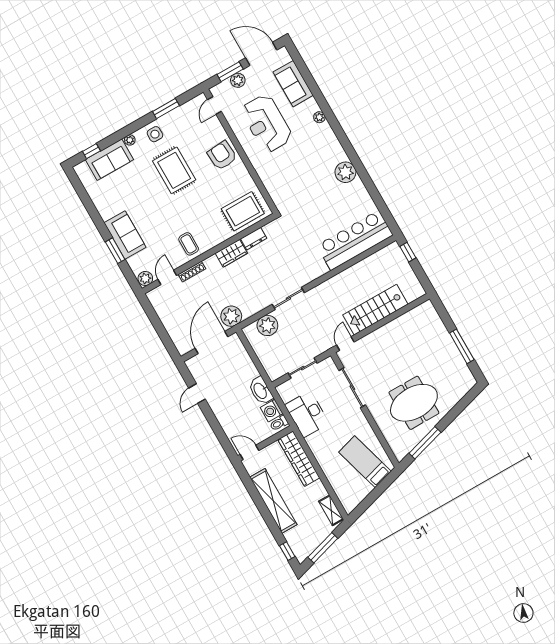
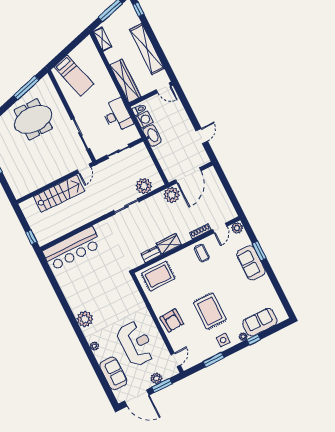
window: (91, 151) -> (254, 340), moved
plant: (345, 172) -> (85, 319), moved

